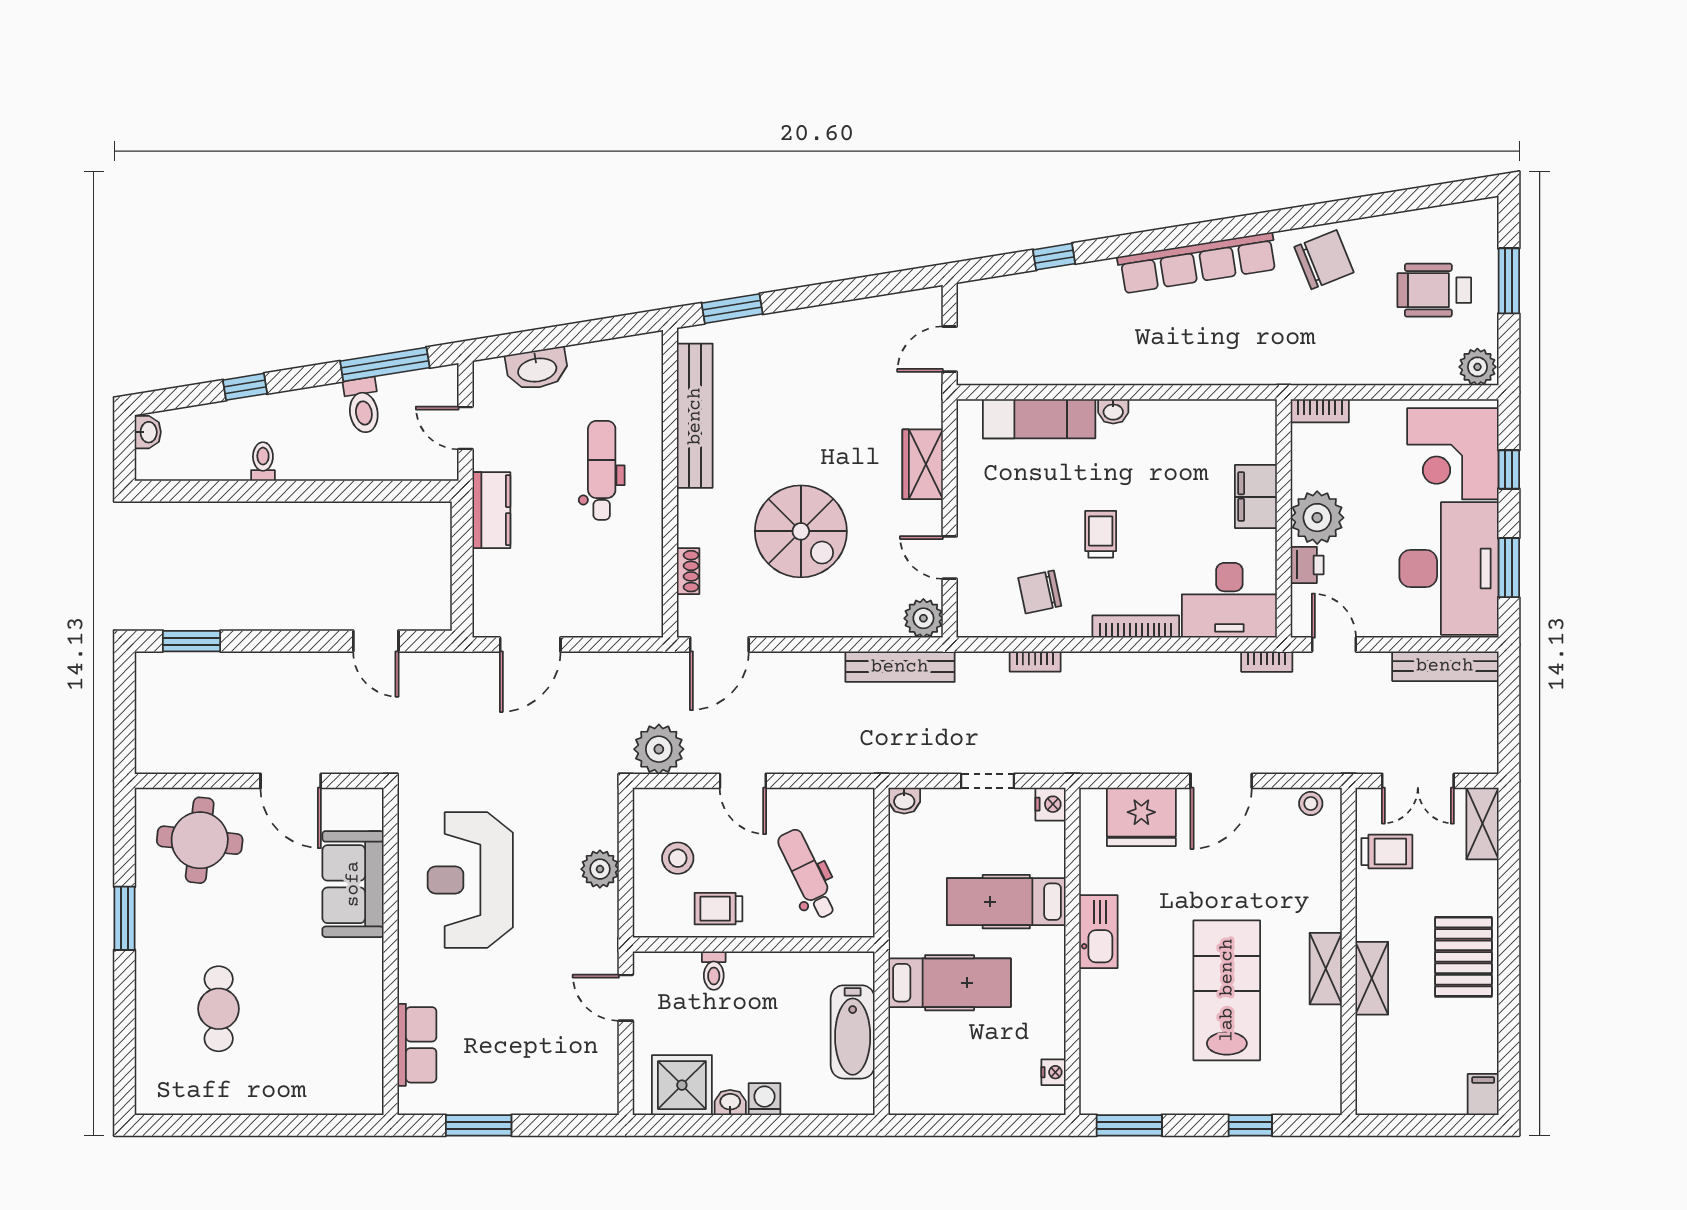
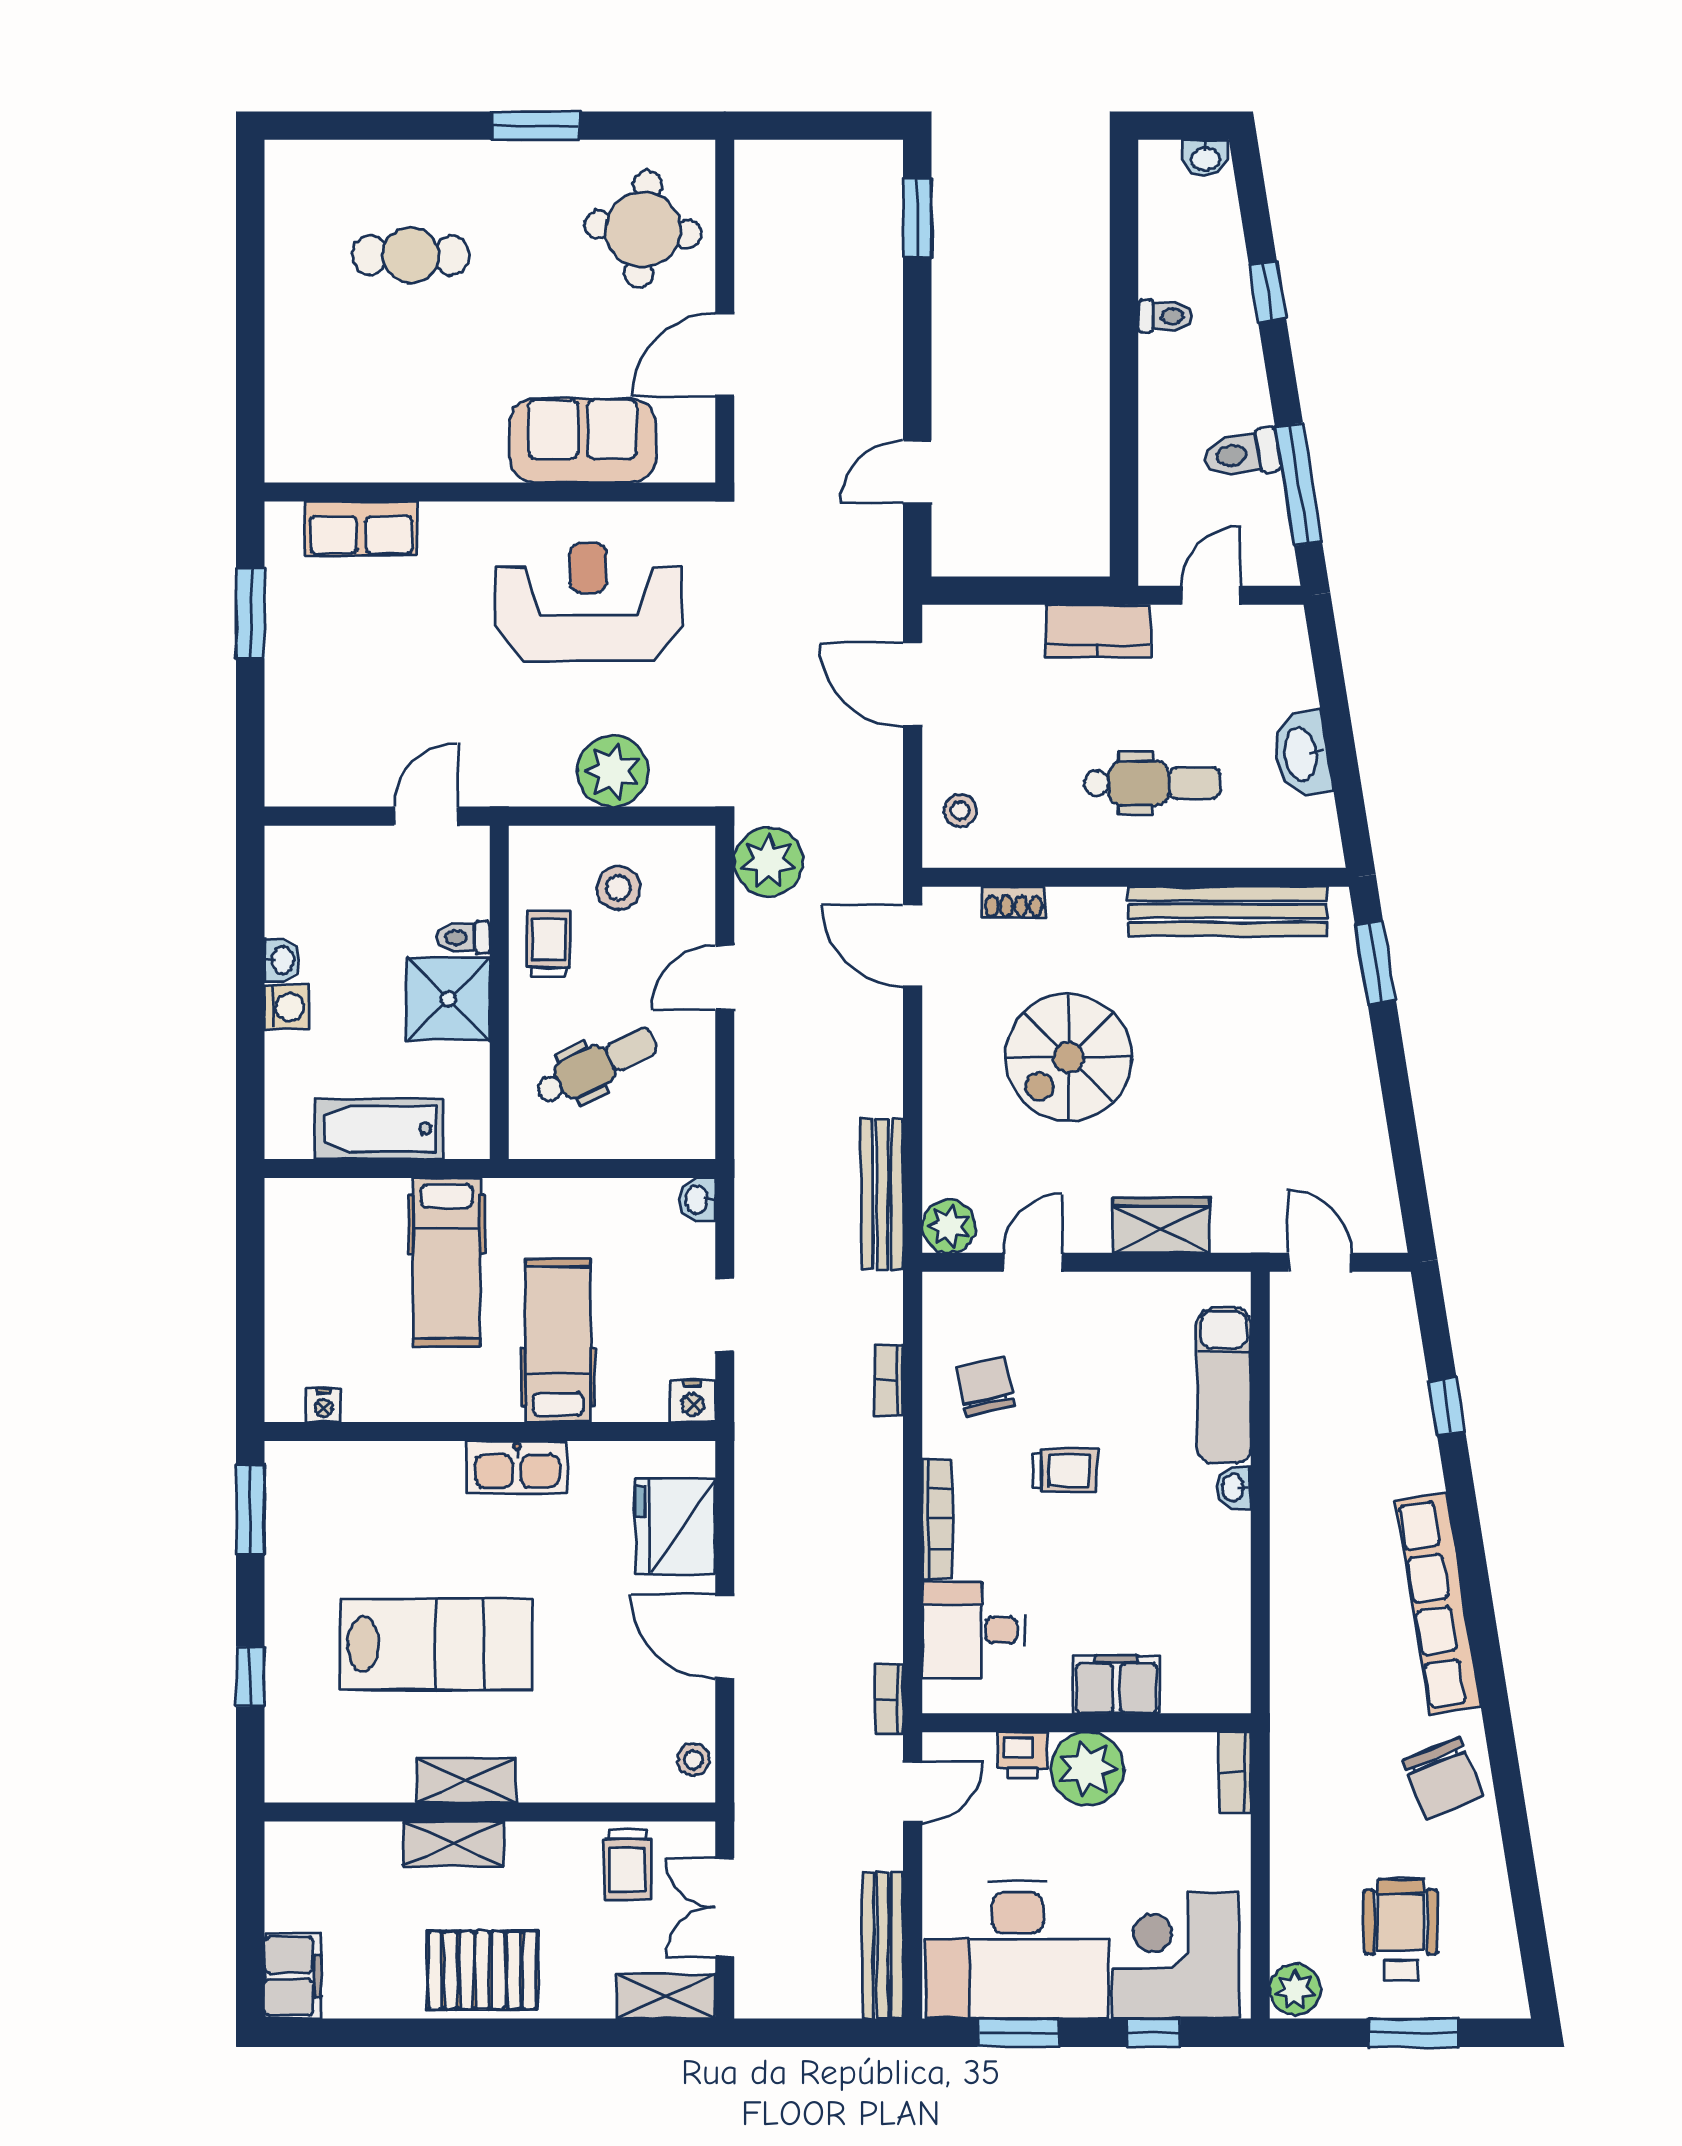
washbasin: (537, 369) -> (1302, 754), moved
desk: (1229, 600) -> (974, 1630), width x0.73
stool: (622, 610) -> (960, 810), added
plant: (600, 869) -> (613, 771), width x1.36, depth x1.36
shower: (682, 1085) -> (449, 999), moved
filing cabinet: (1483, 1094) -> (293, 1976), width x2.00

